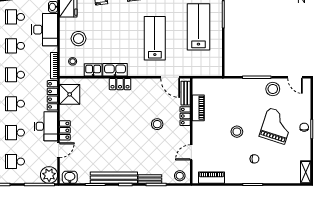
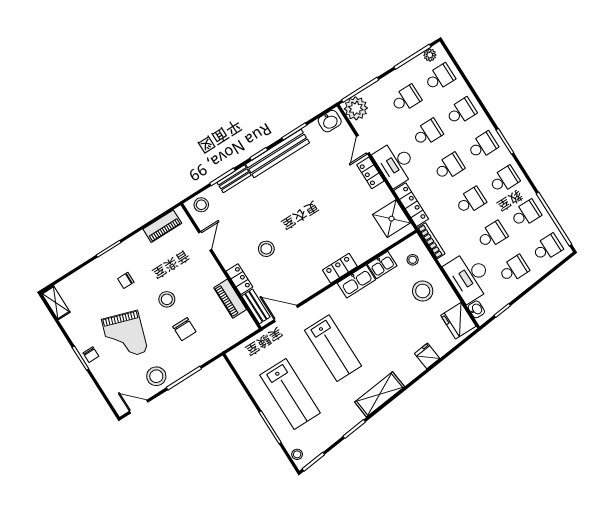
chair: (238, 107) -> (184, 329), added

